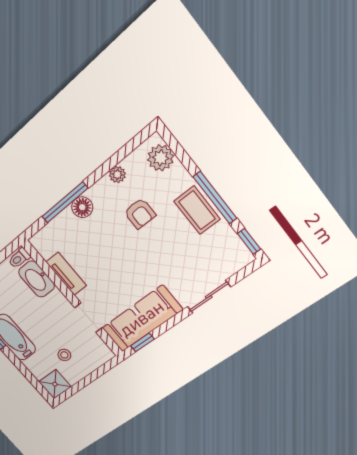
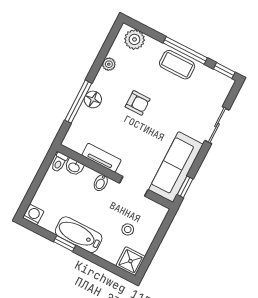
armchair: (140, 214) -> (138, 103), moved
washbasin: (37, 279) -> (74, 167), width x0.52, depth x0.69
bidet: (55, 298) -> (101, 183), added

